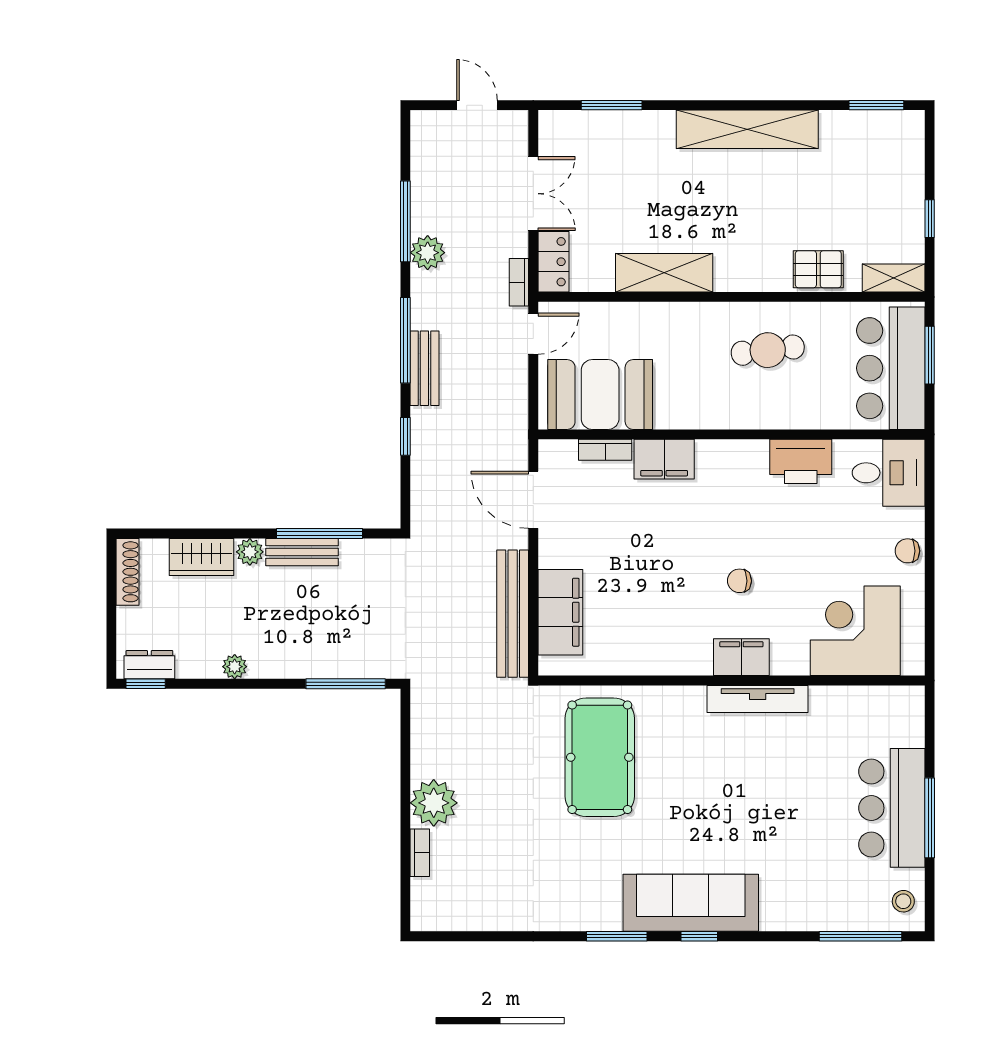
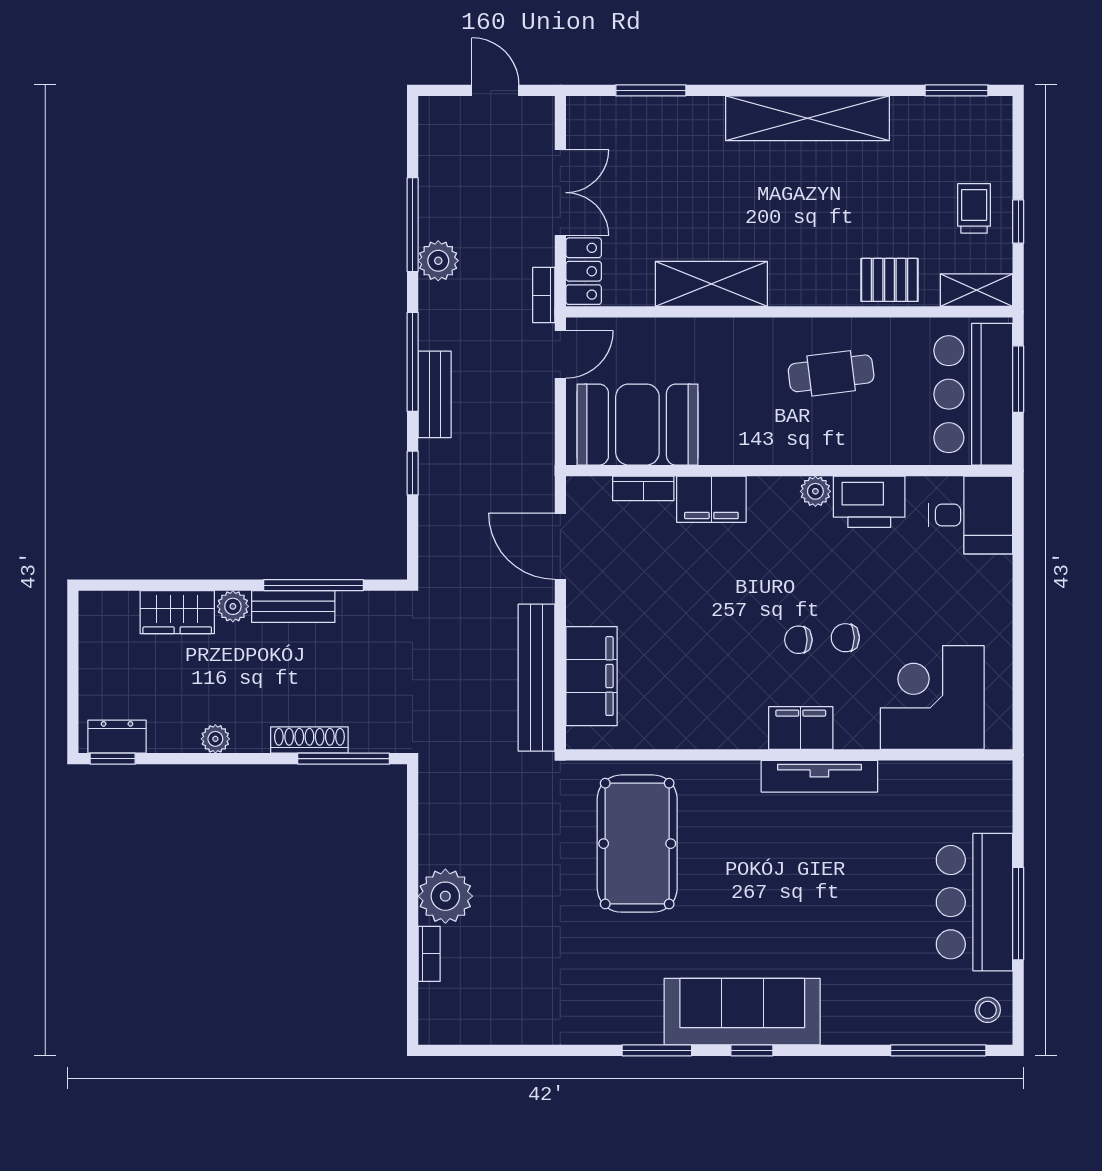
trolley: (892, 207) -> (974, 208), added
plant: (754, 452) -> (815, 491), added
chair: (907, 551) -> (845, 638), moved
shoe rack: (128, 572) -> (309, 740), moved, turned -90

